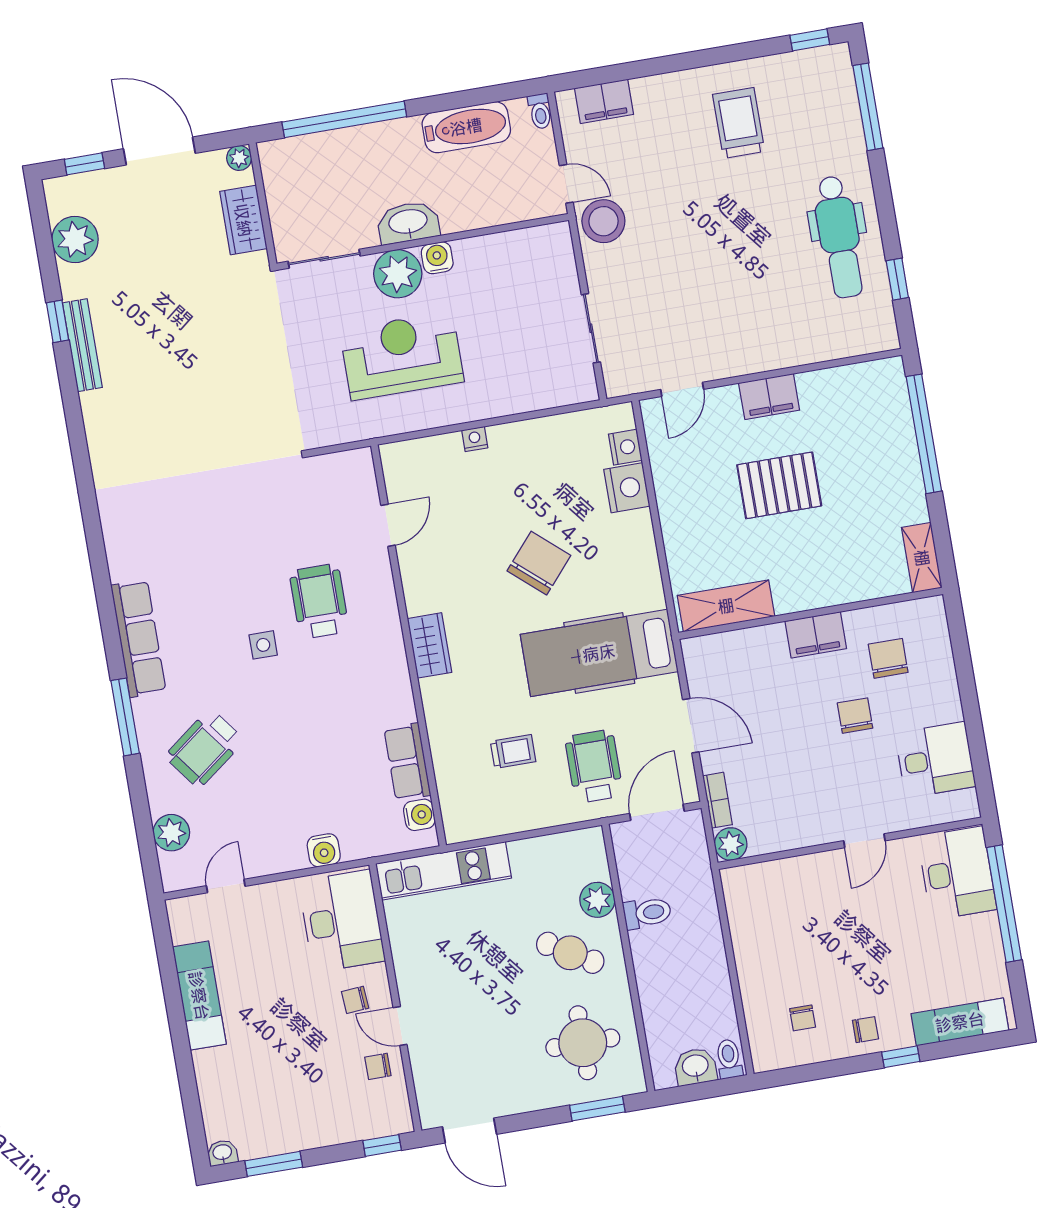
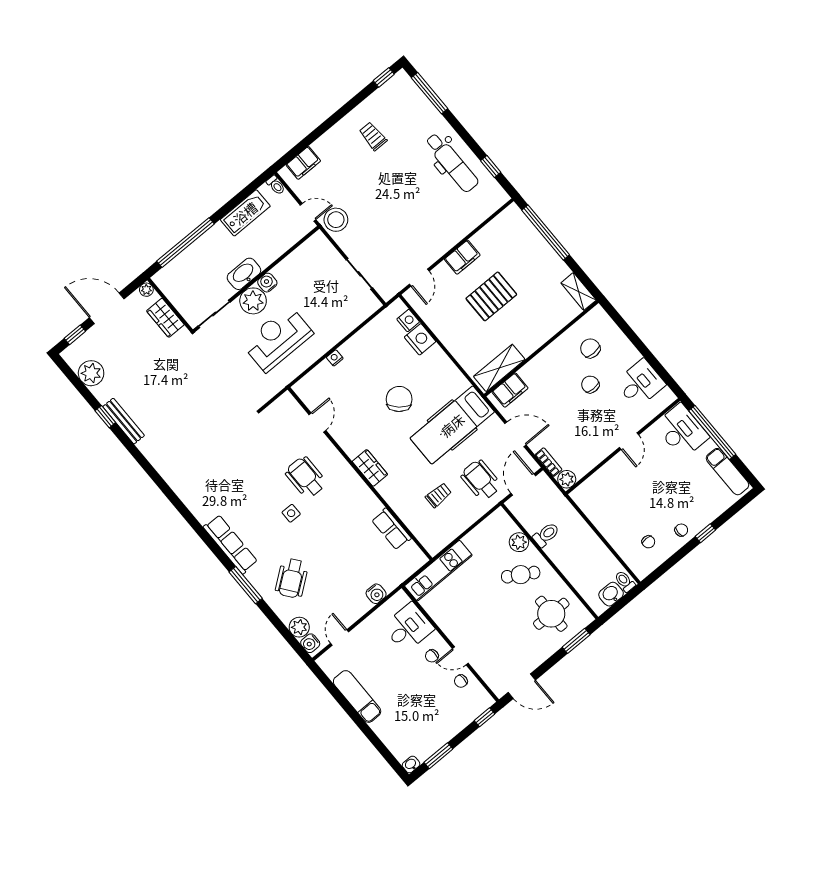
trolley: (739, 123) -> (373, 136), width x0.73, depth x0.72
filing cabinet: (816, 635) -> (510, 390), moved
water cooler: (419, 815) -> (310, 643), moved, turned 180
desk: (342, 921) -> (408, 628), width x0.73
exam couch: (960, 1022) -> (728, 472), moved, turned -90

